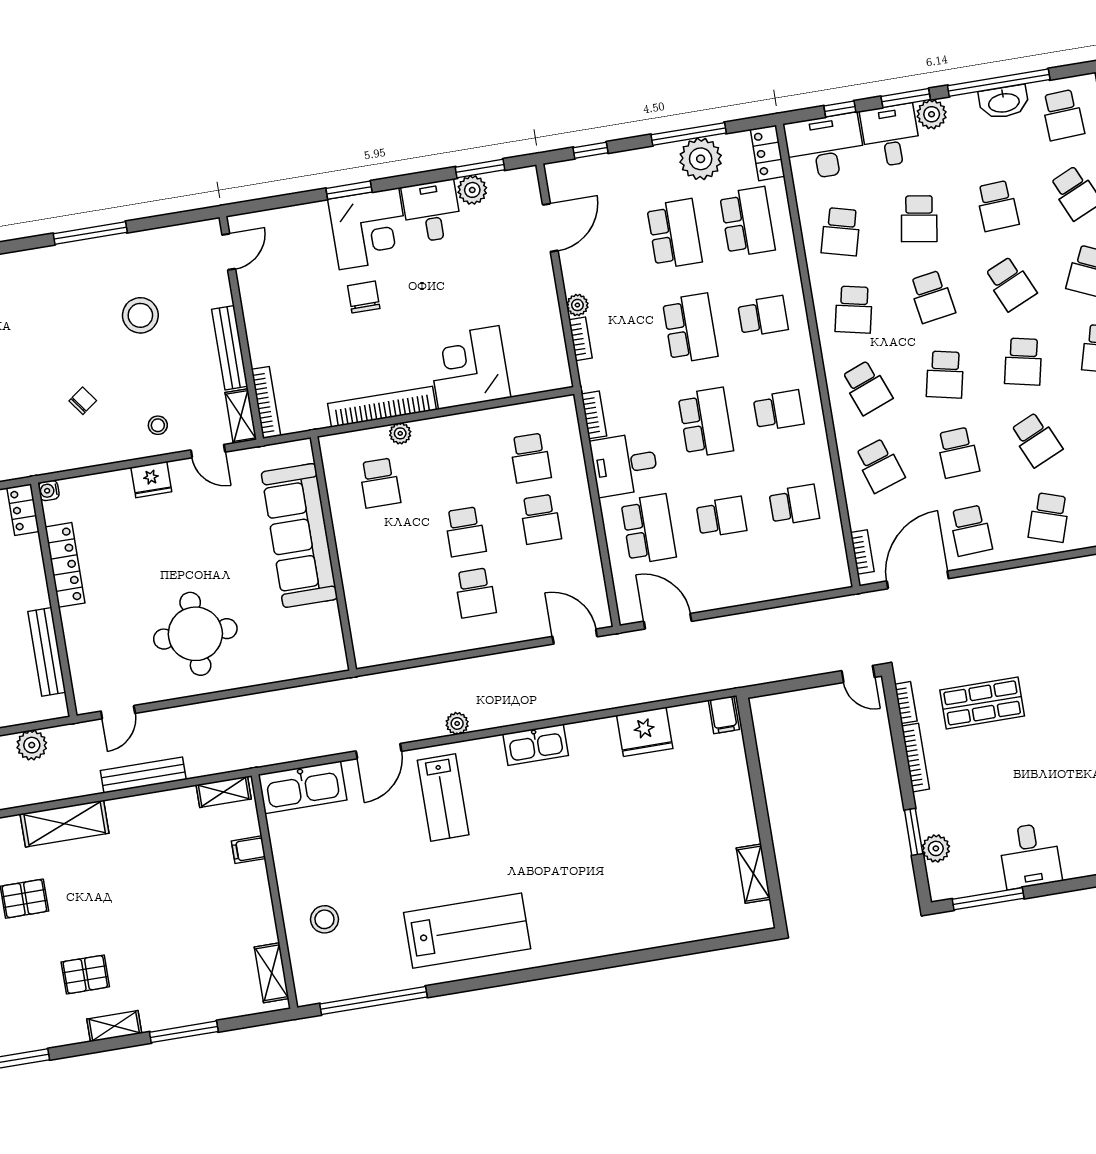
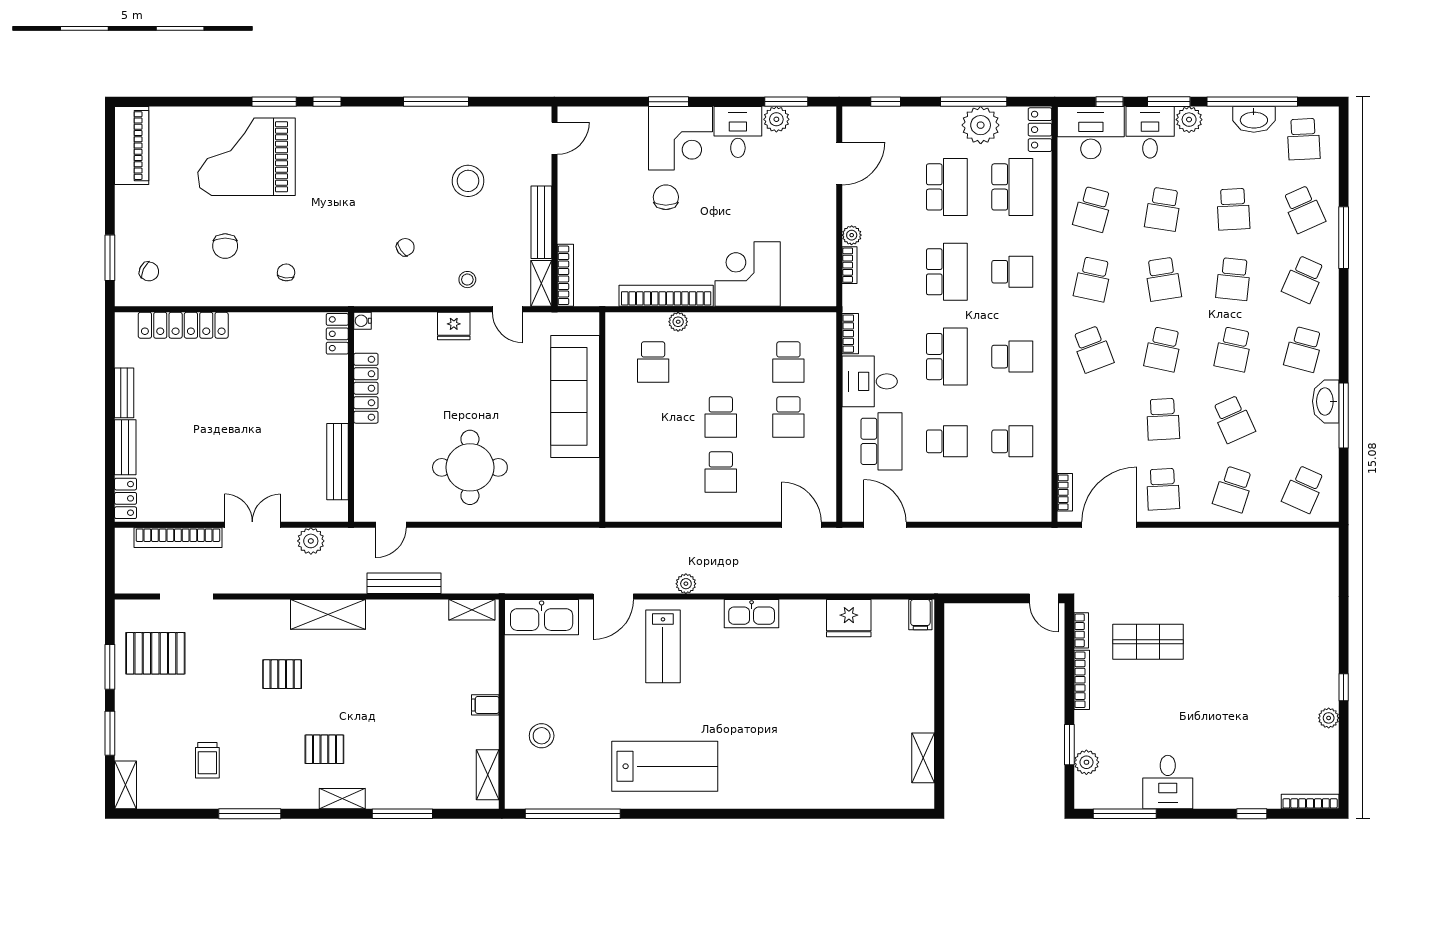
school desk: (1010, 284) -> (1233, 279), turned 30
school desk: (880, 465) -> (1093, 419), removed
filing cabinet: (249, 850) -> (485, 705), moved

